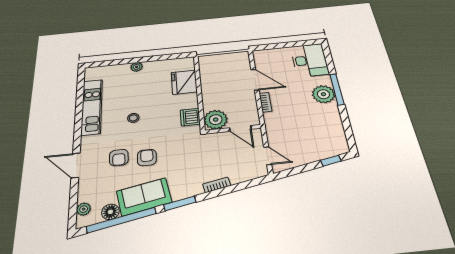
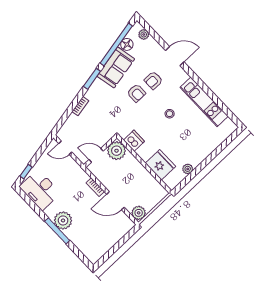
plant: (241, 58) -> (139, 213), added
desk: (309, 60) -> (40, 190), moved
plant: (137, 67) -> (188, 169), moved
armchair: (119, 158) -> (153, 80), turned -89

